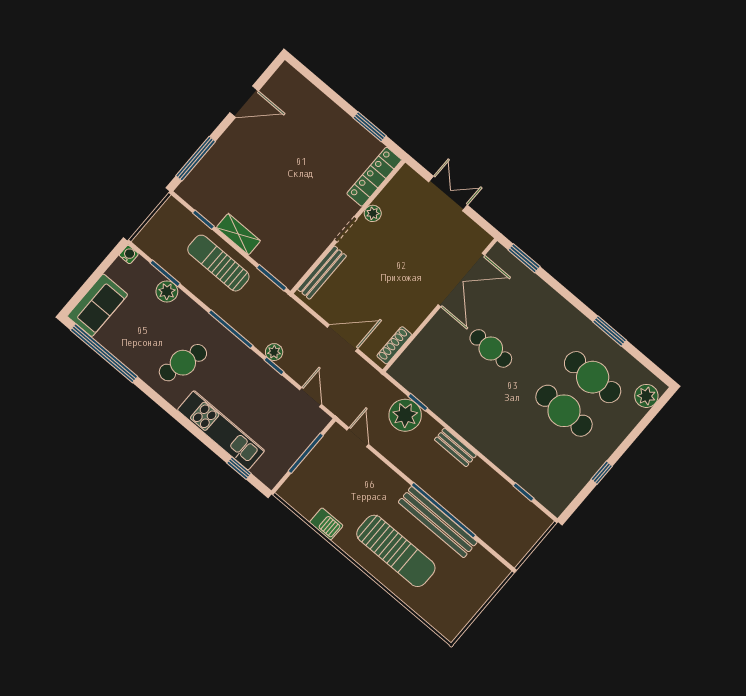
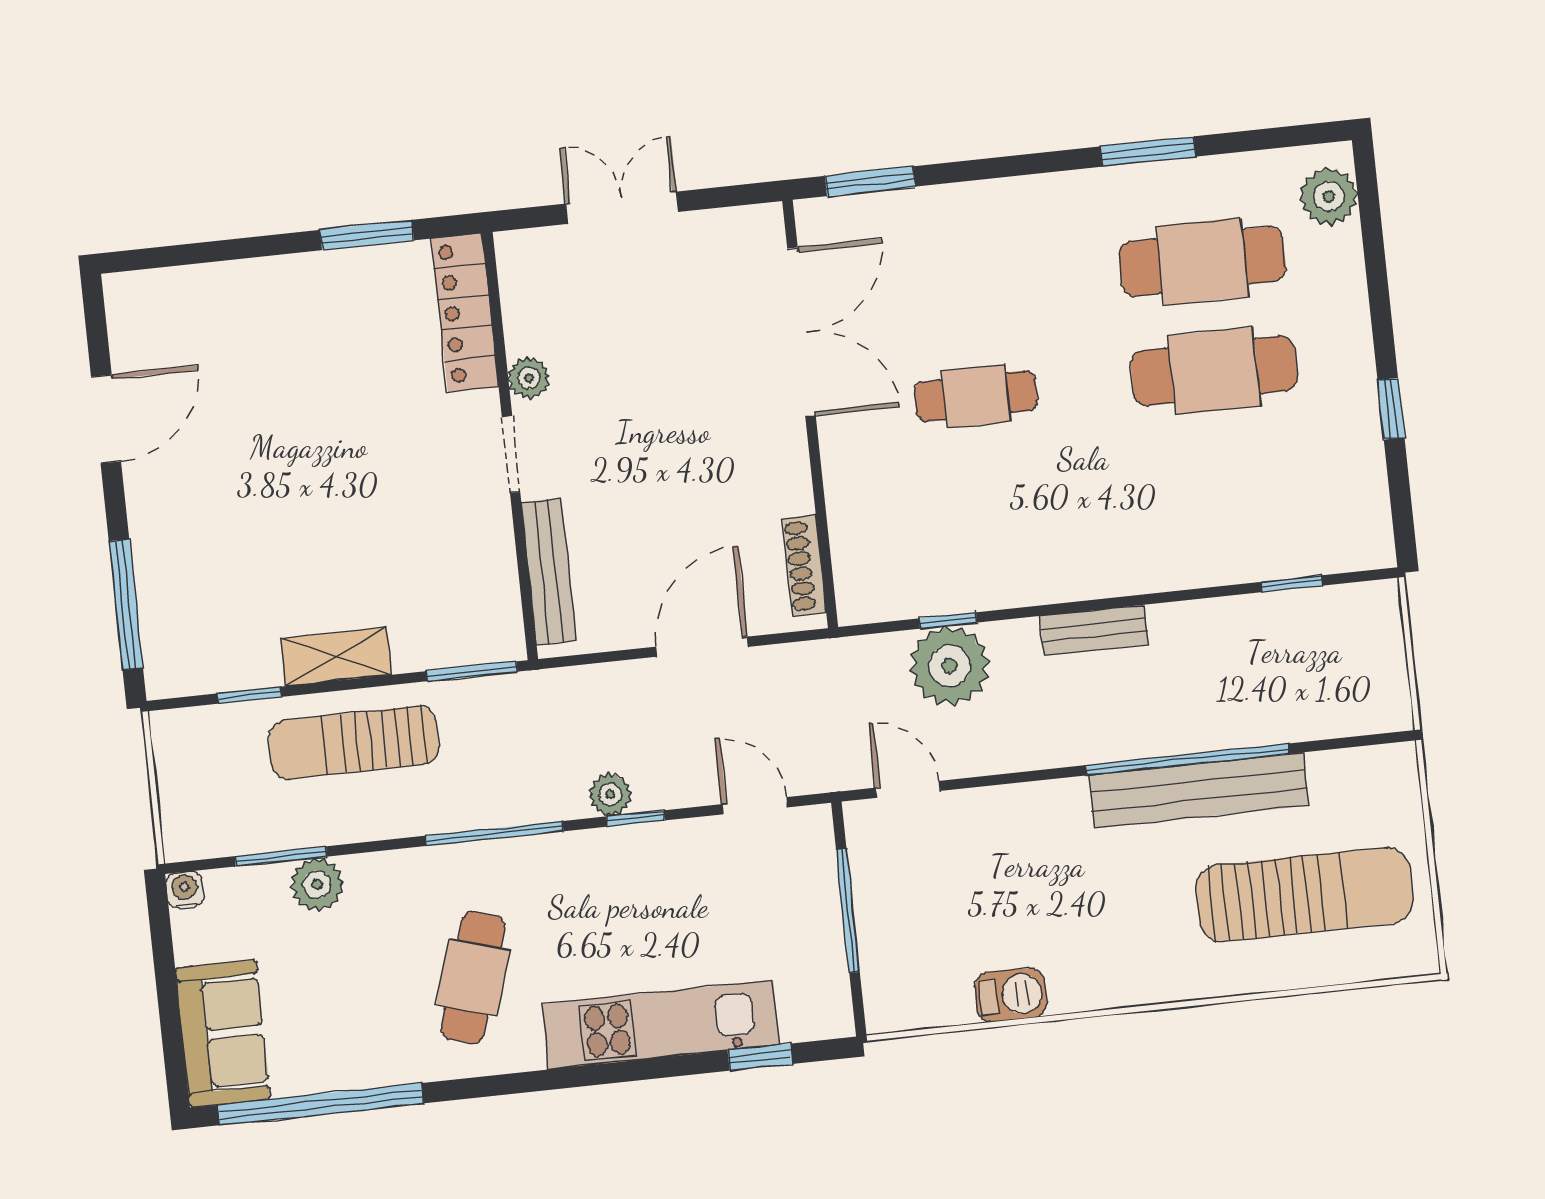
sun lounger: (396, 551) -> (1304, 894), moved

